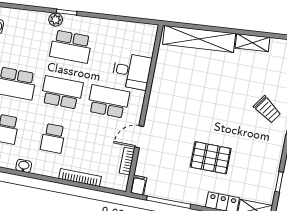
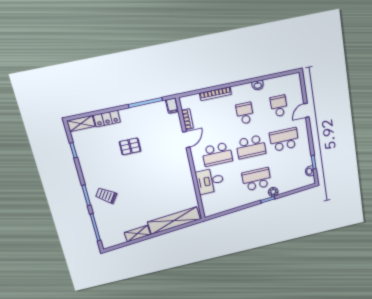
pallet: (211, 158) -> (130, 146), width x0.67, depth x0.71

